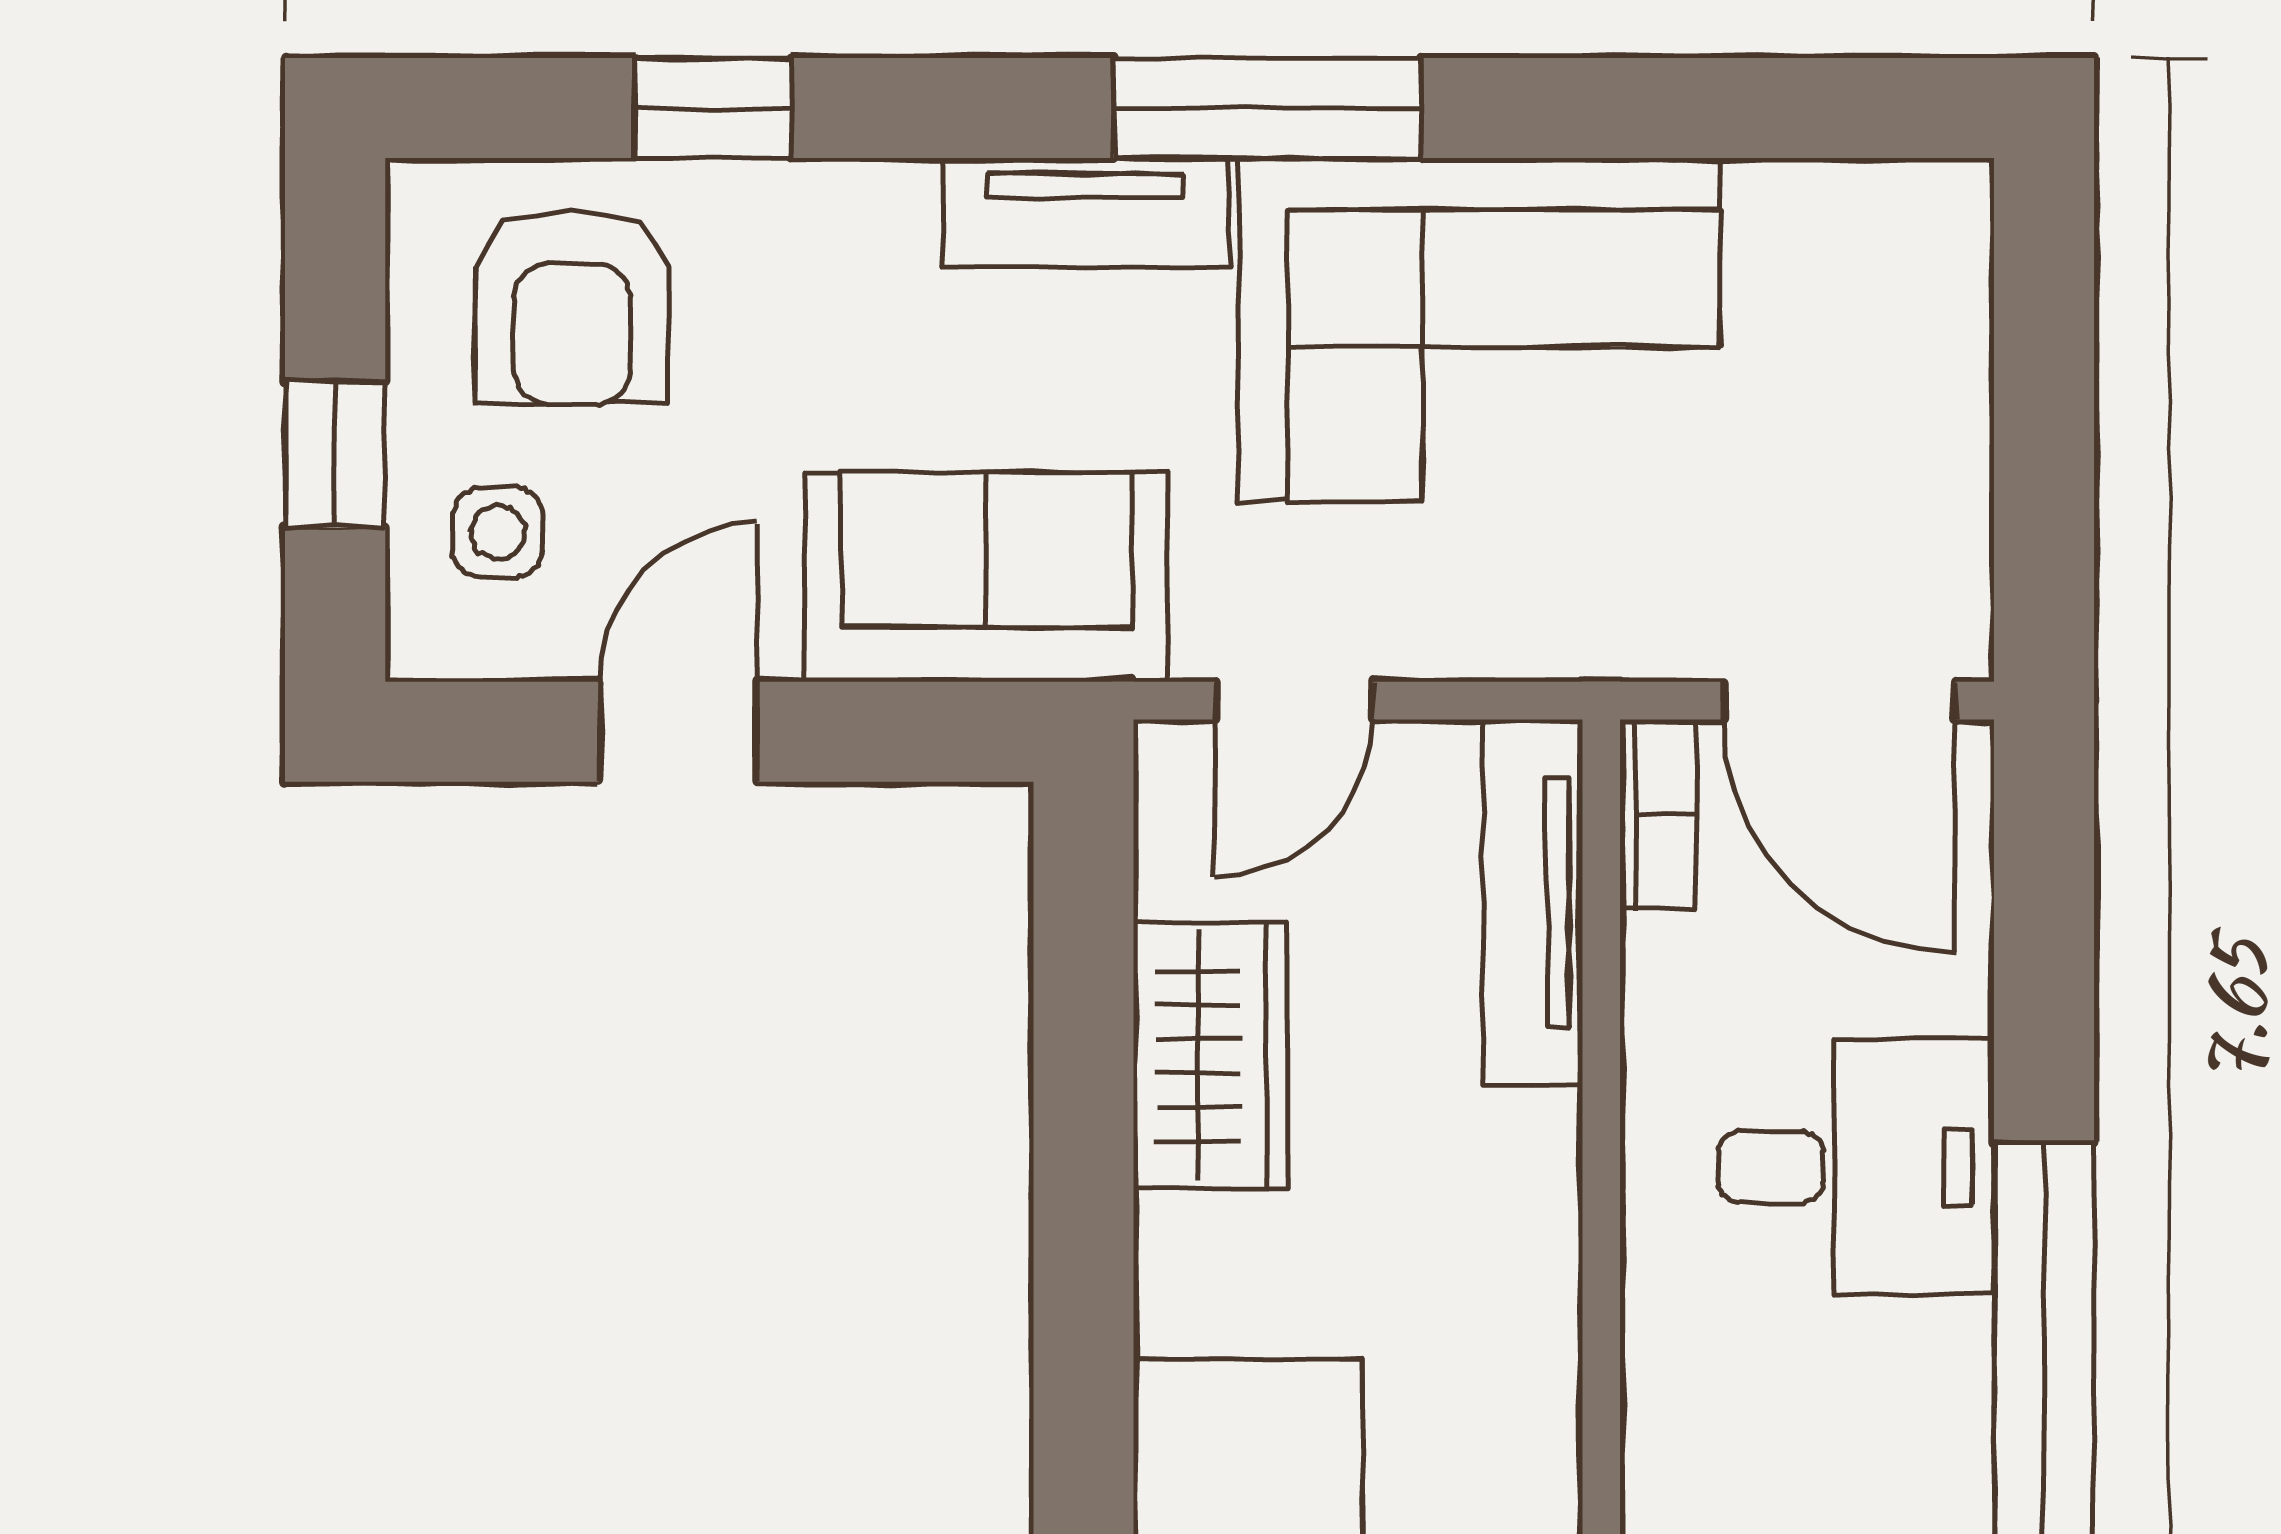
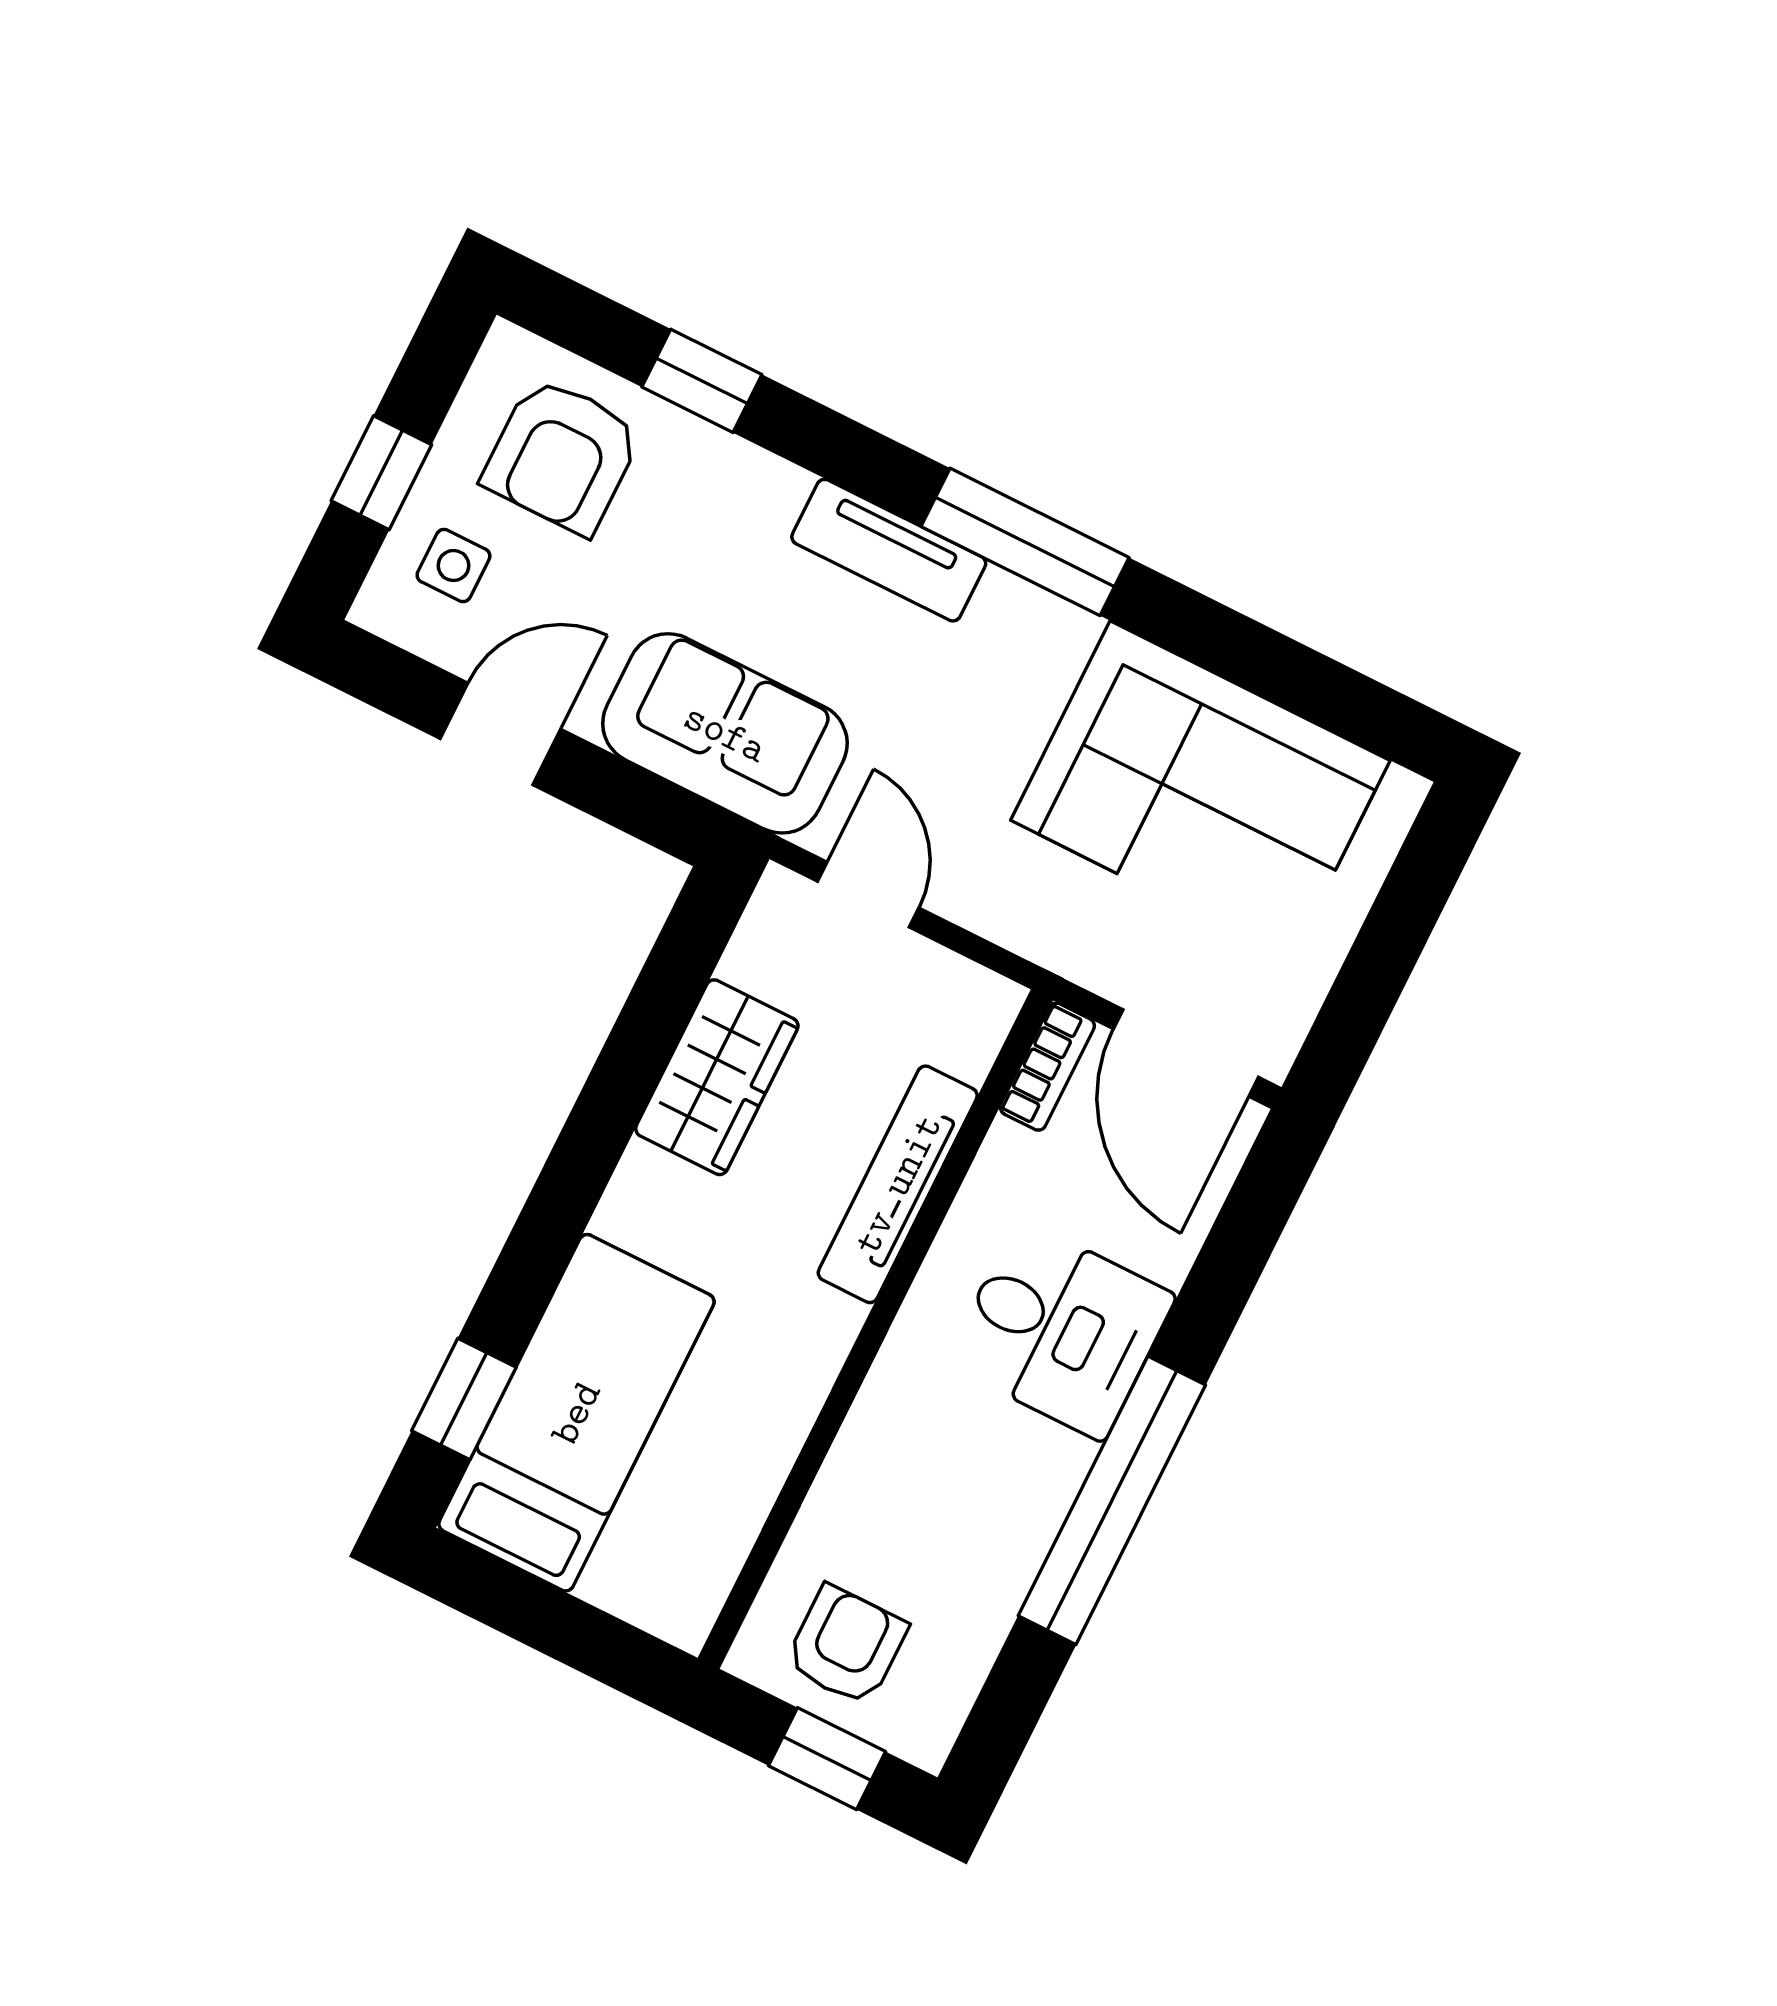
corner sofa: (1480, 329) -> (1200, 790), moved
door: (1294, 701) -> (868, 895), swing flipped
tv unit: (1533, 902) -> (898, 1184), moved

